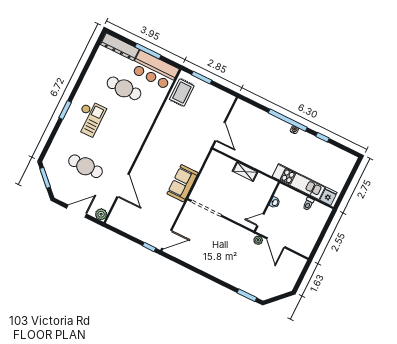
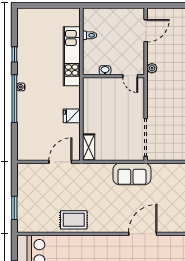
rug: (182, 93) -> (74, 220), moved
shelving: (245, 172) -> (89, 147), moved
door: (123, 186) -> (143, 234), moved
fridge: (328, 196) -> (72, 116), moved
door: (276, 243) -> (146, 31), moved

